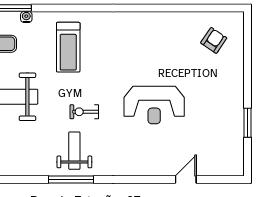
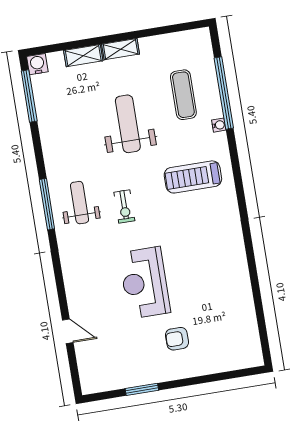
armchair: (214, 40) -> (177, 339), moved, turned 146
exercise bike: (84, 112) -> (124, 206), turned 180
weight bench: (74, 151) -> (79, 203), turned -90

